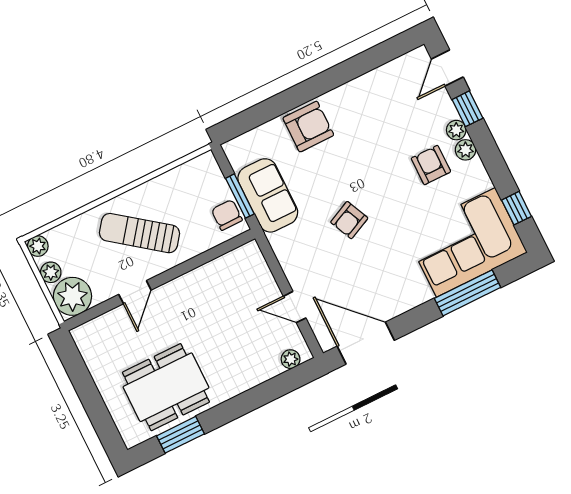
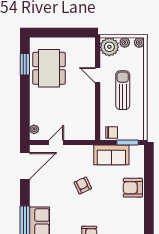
armchair: (308, 127) -> (133, 188), turned 90
window: (240, 196) -> (128, 142), moved
sun lounger: (140, 233) -> (123, 90), turned -37

